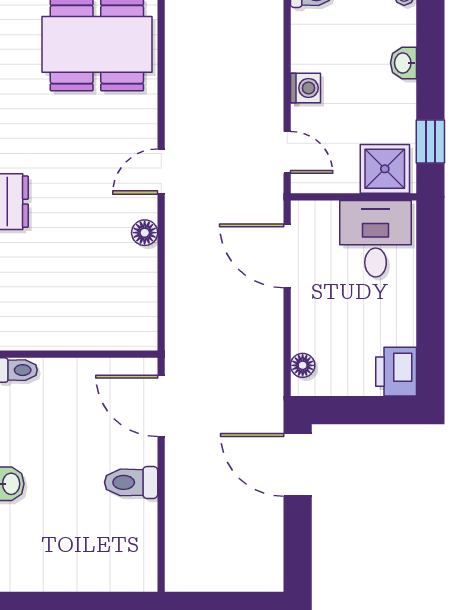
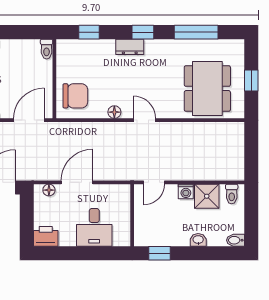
shower: (385, 169) -> (207, 196), moved
desk: (376, 239) -> (94, 227), moved, turned 90
door: (287, 256) -> (77, 182), moved
chair: (112, 312) -> (75, 96), added

